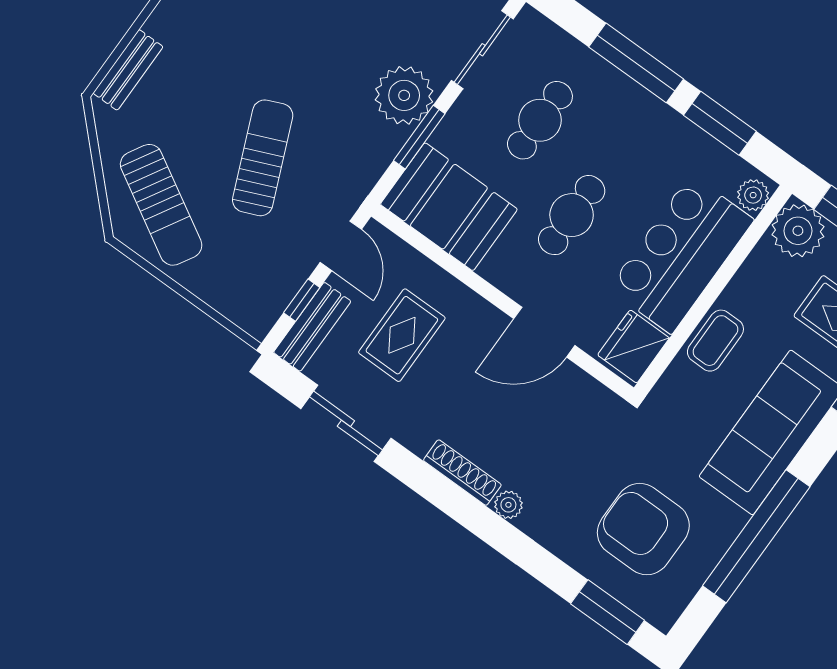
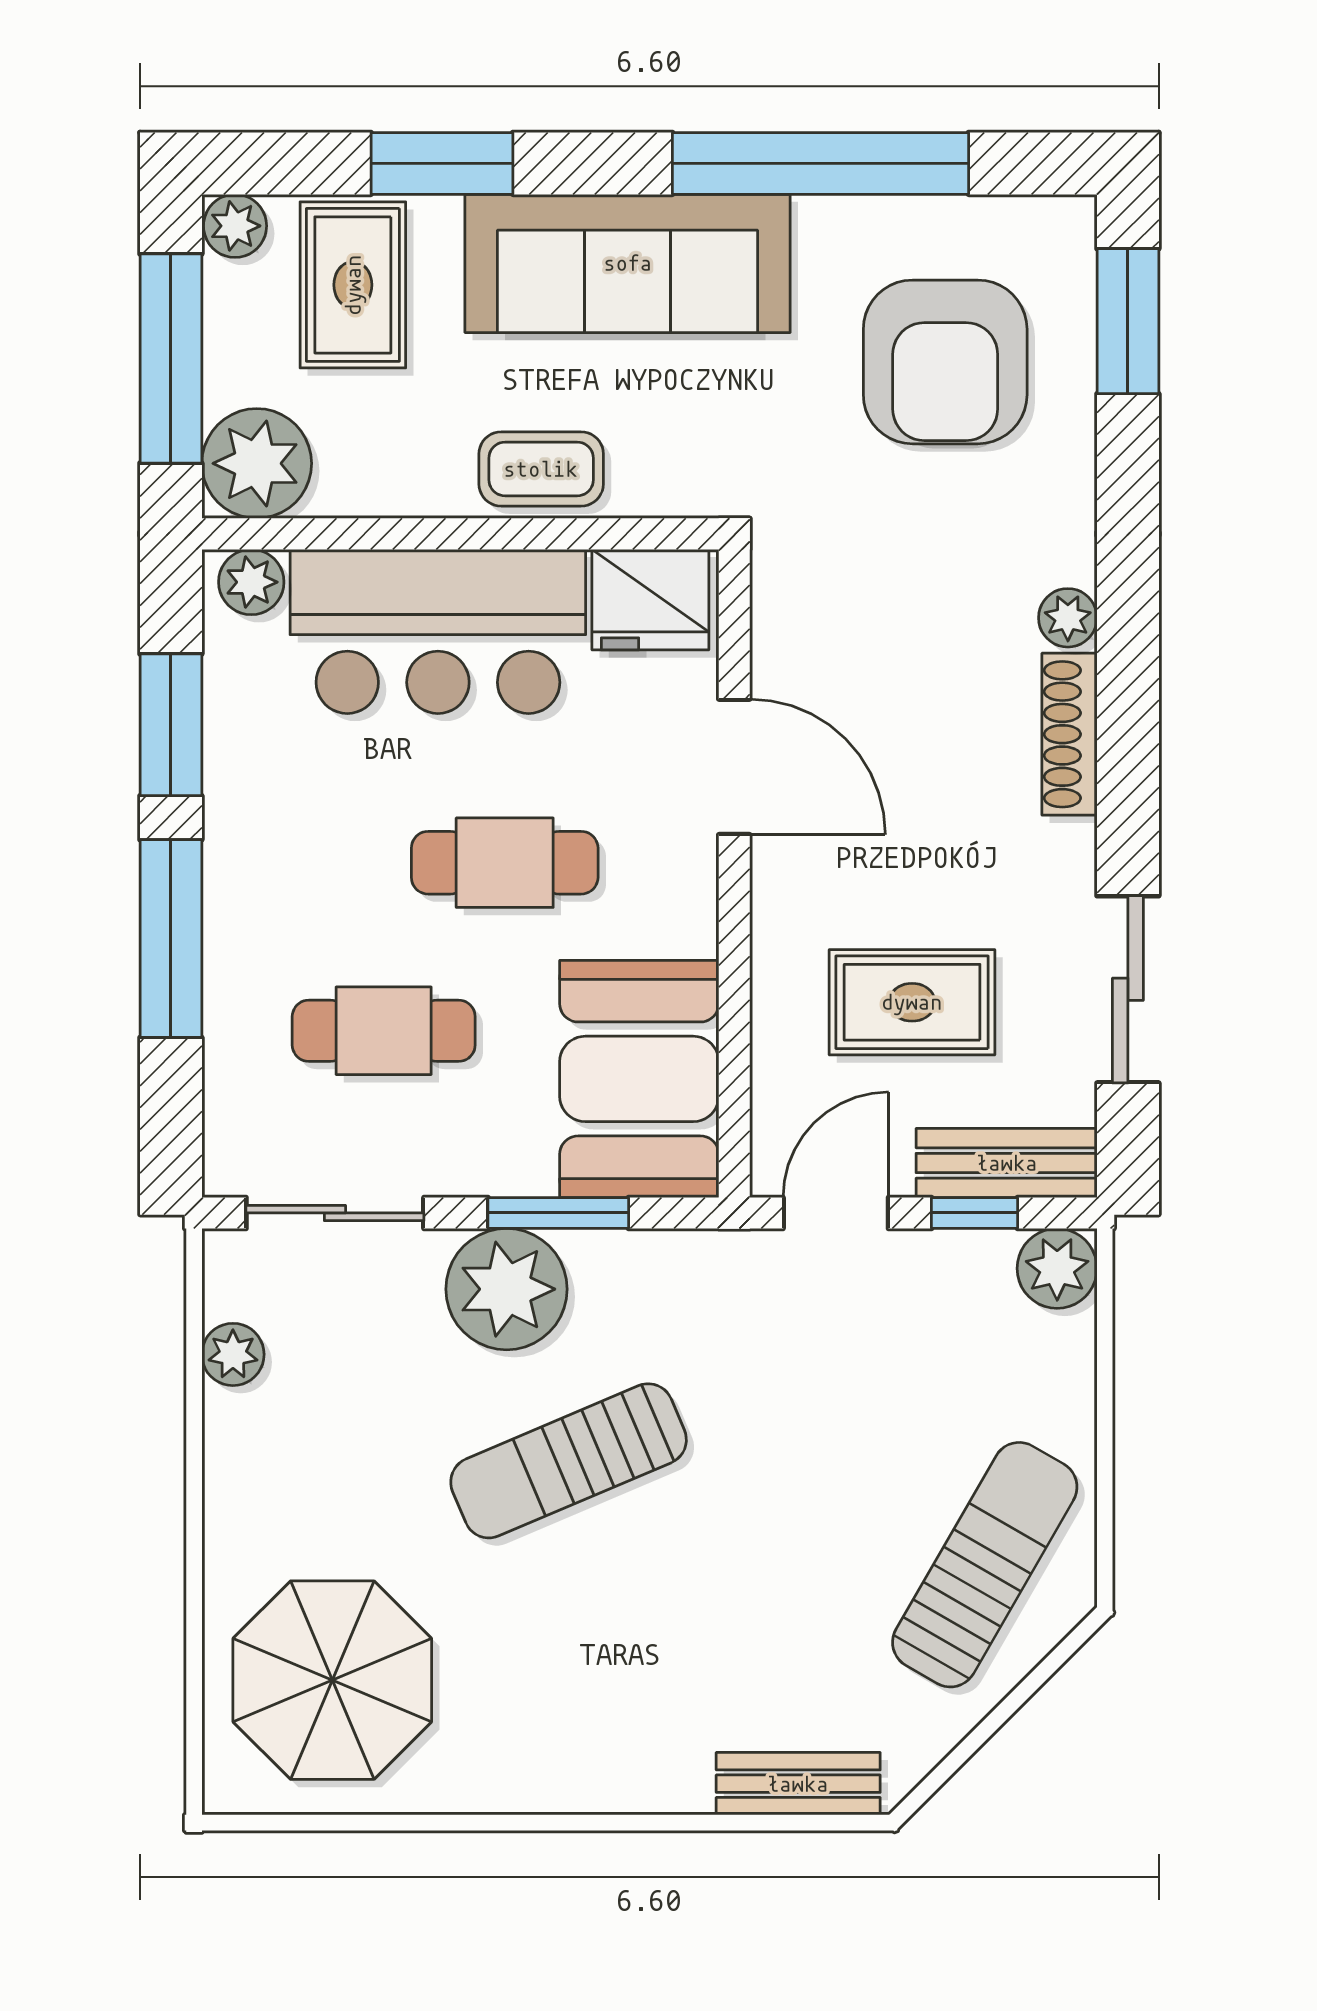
sun lounger: (263, 158) -> (569, 1461), moved
plant: (257, 317) -> (1057, 1268), added

